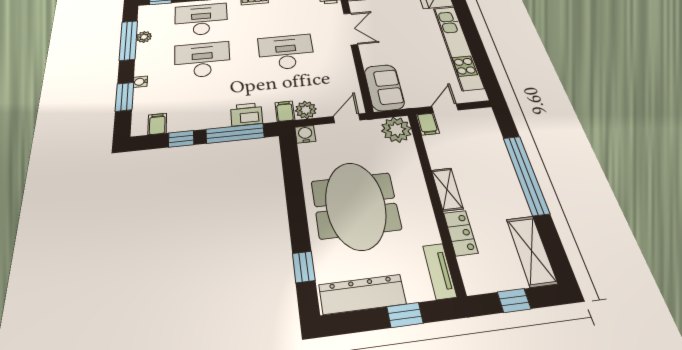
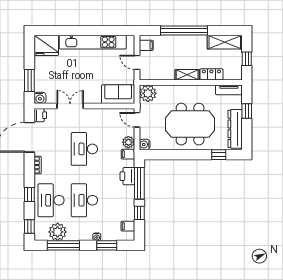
plant: (144, 37) -> (58, 232), width x1.88, depth x1.88
filing cabinet: (428, 124) -> (146, 45), moved

